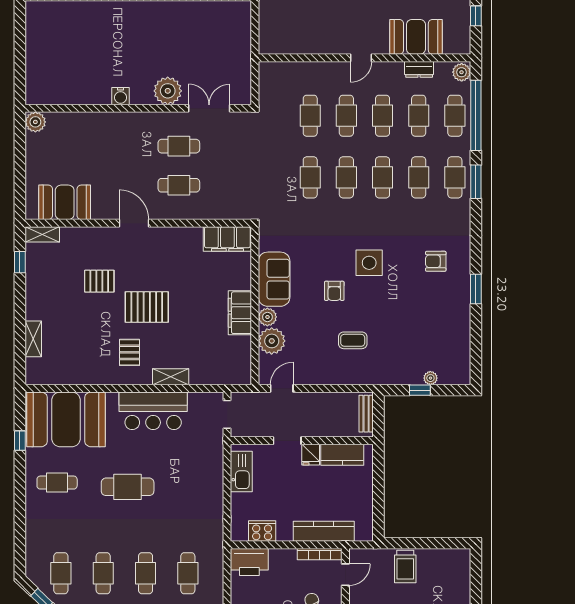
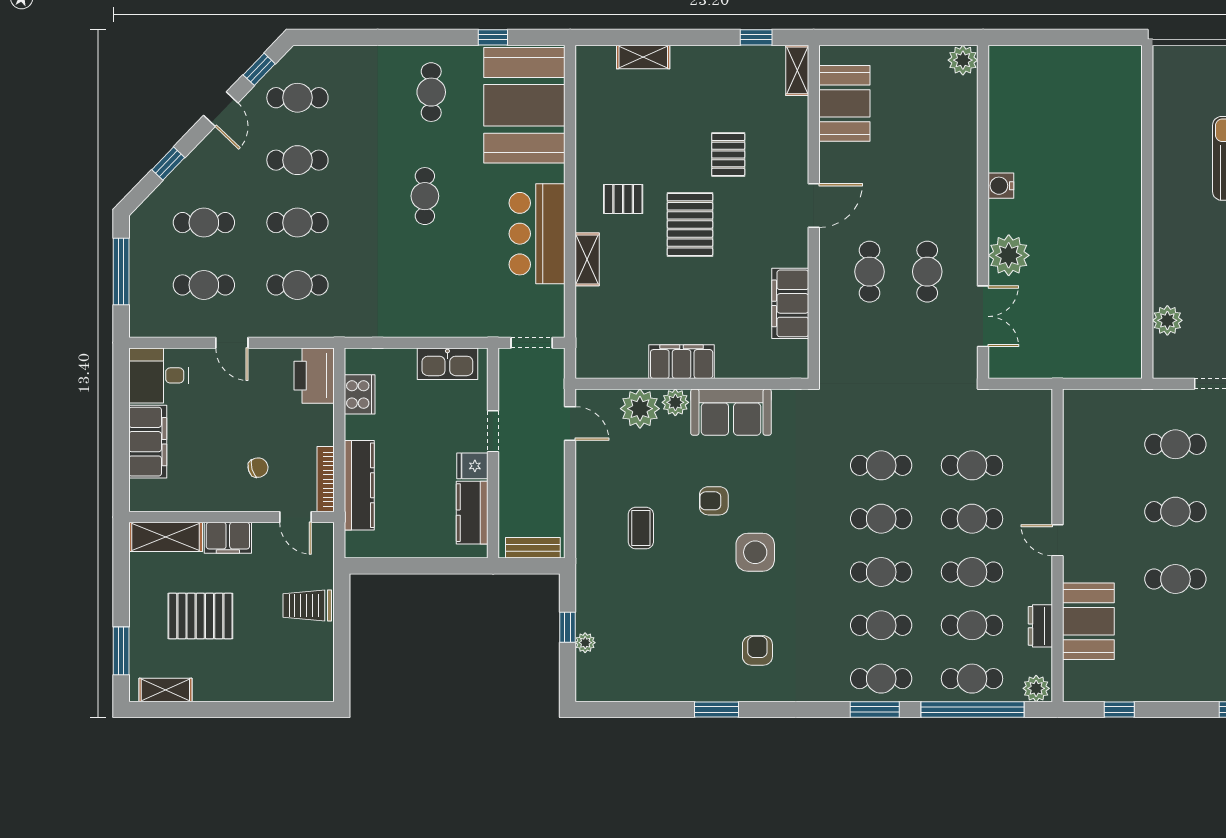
filing cabinet: (227, 239) -> (790, 303), moved
cafe table: (128, 487) -> (425, 196), width x0.73, depth x0.74

